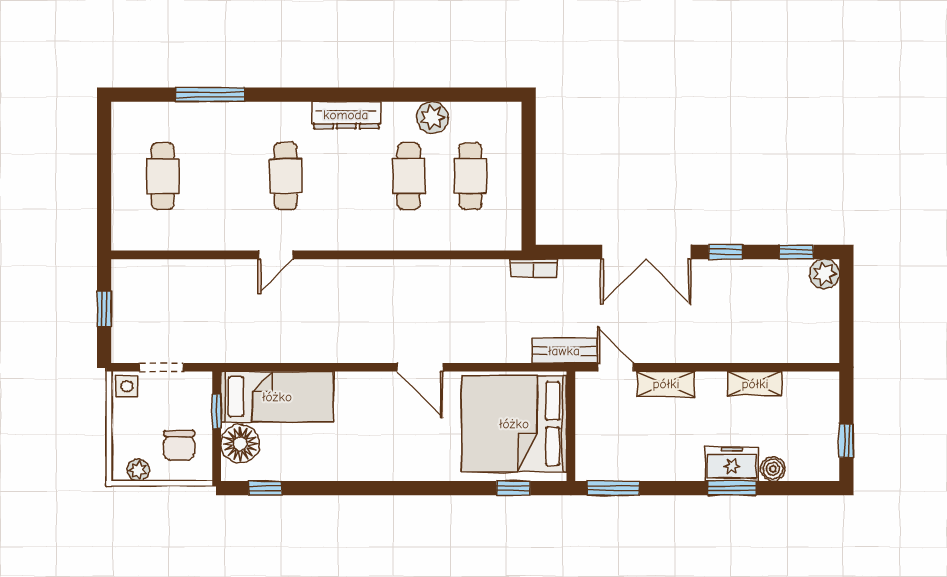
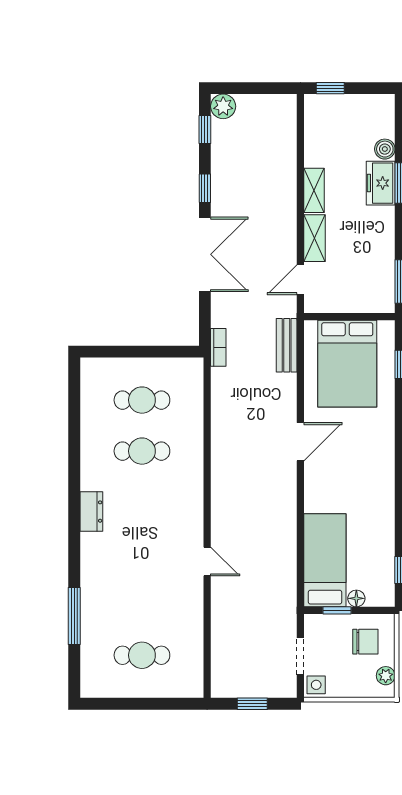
dresser: (346, 115) -> (91, 512), width x0.70
plant: (432, 117) -> (93, 431), removed
cafe table: (286, 176) -> (142, 553), removed
bench: (564, 351) -> (287, 345), moved
shelving: (755, 384) -> (314, 190), moved
bed: (514, 424) -> (347, 364), width x0.73
window: (846, 441) -> (330, 88), moved
floor lamp: (240, 444) -> (356, 598), width x0.53, depth x0.53

